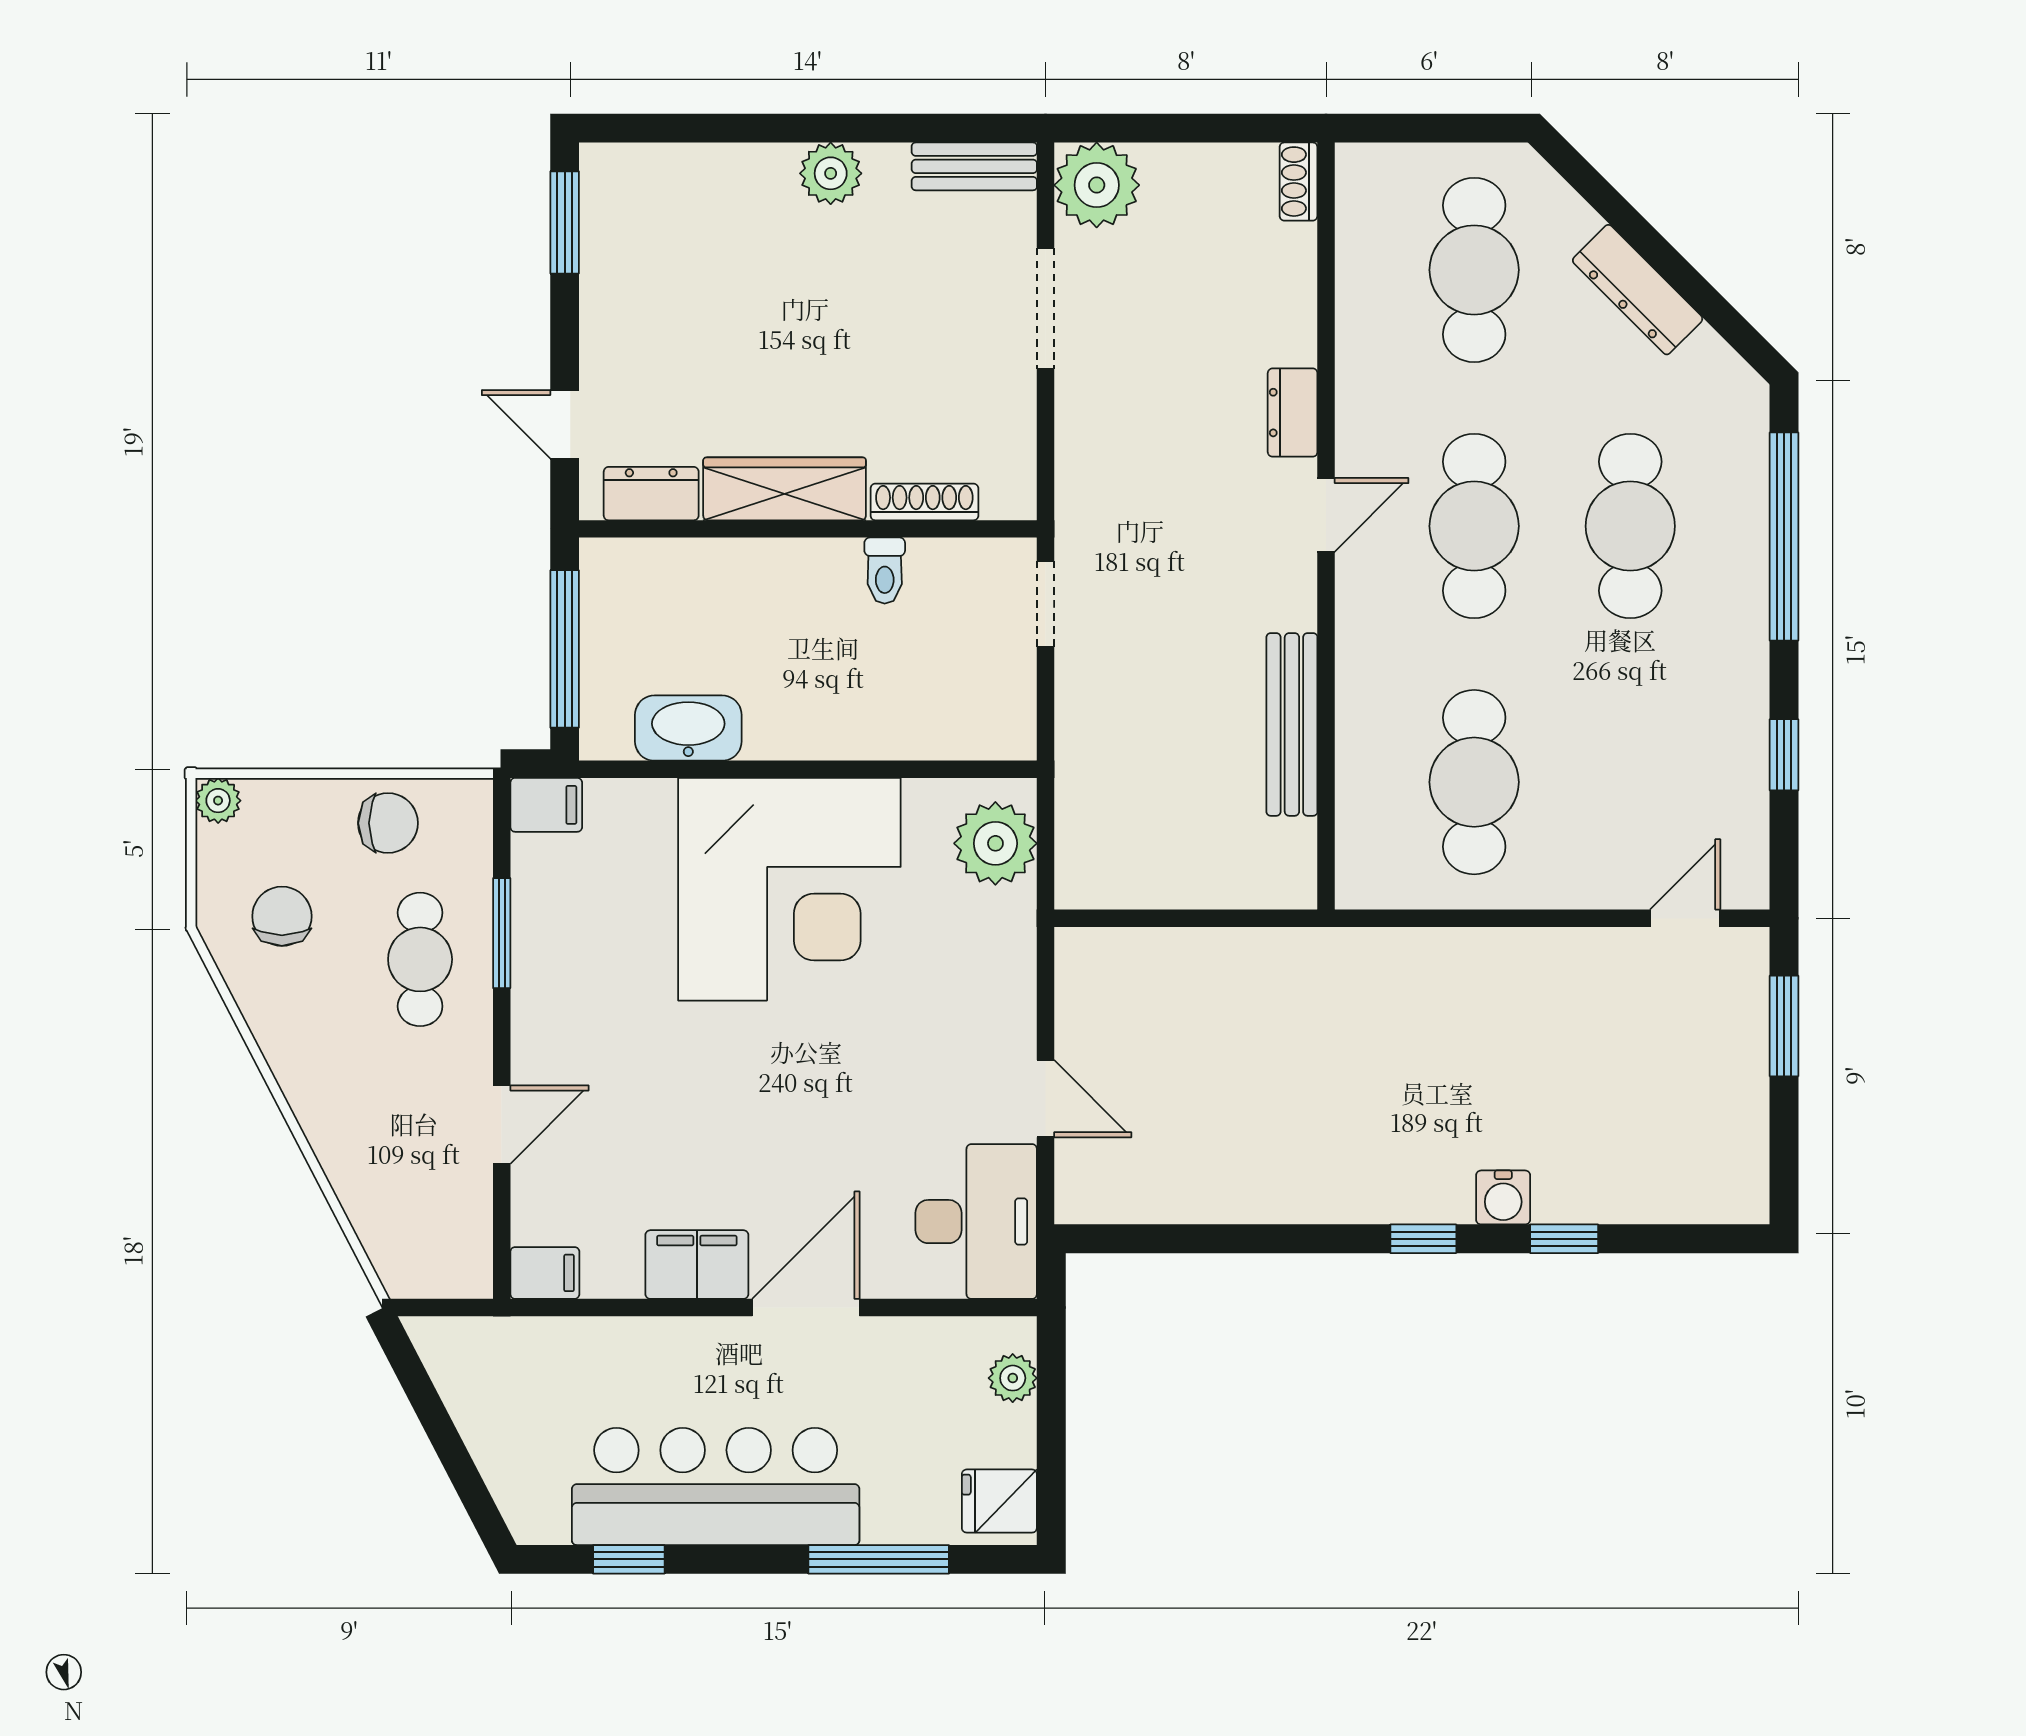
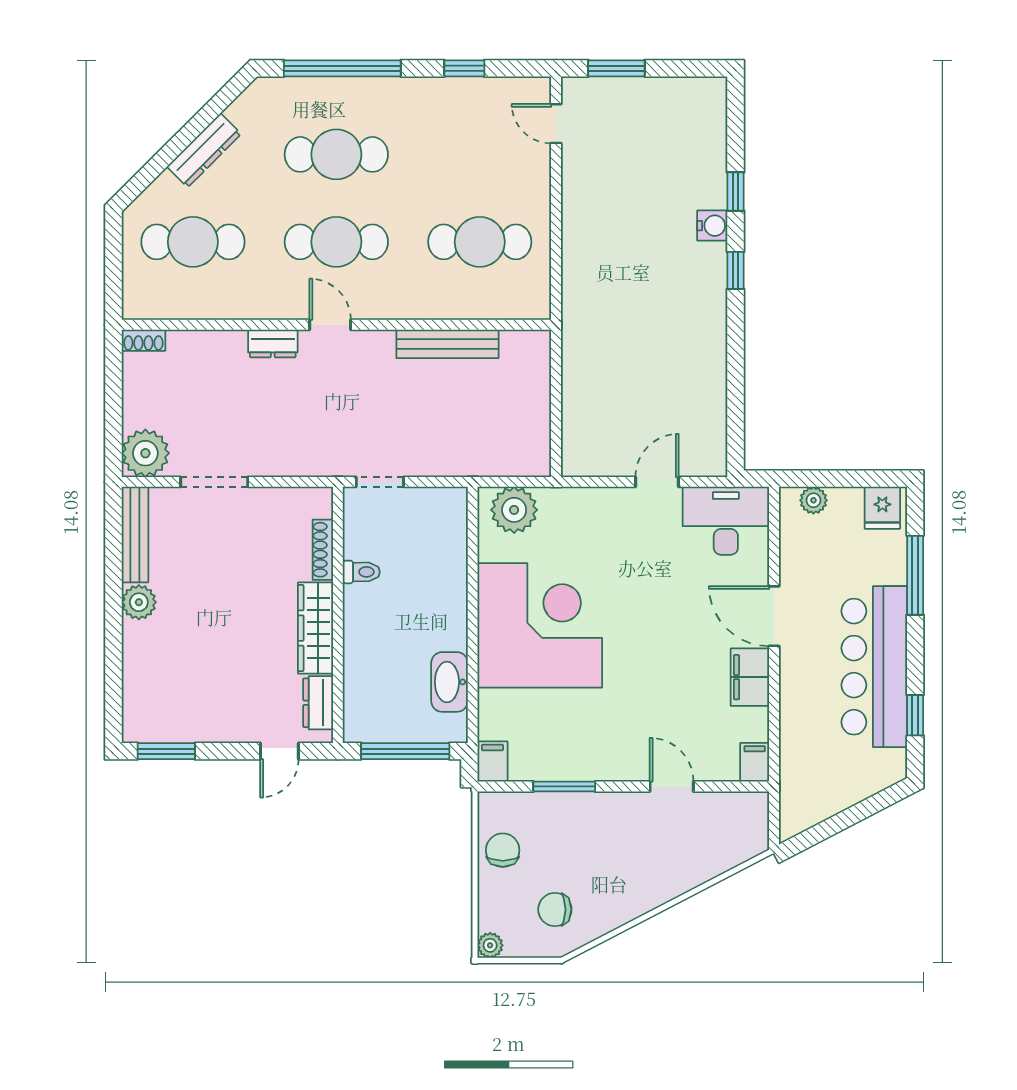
bench: (974, 166) -> (135, 535), width x1.36
cafe table: (420, 959) -> (579, 832), removed

